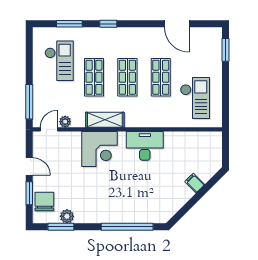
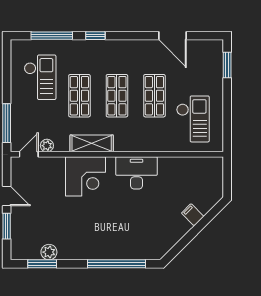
window: (69, 24) -> (52, 36), width x1.44
chair: (44, 202) -> (24, 236), removed

